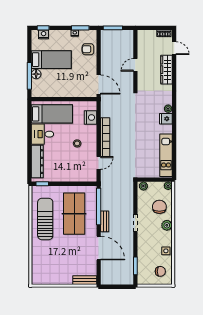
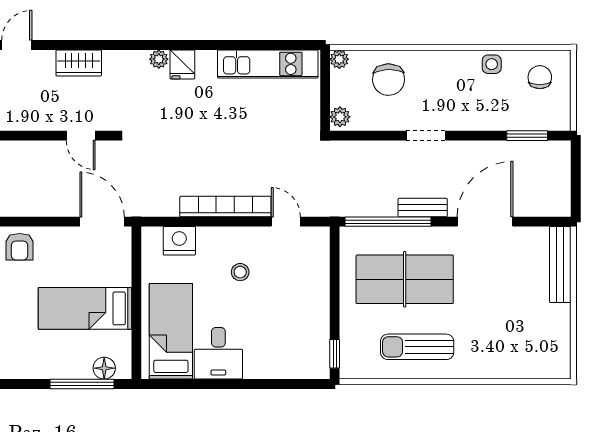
bed: (51, 60) -> (85, 308), moved, turned -90
door: (135, 65) -> (81, 136), moved
wardrobe: (166, 70) -> (79, 63), width x0.67
floor lamp: (36, 74) -> (104, 368), moved
door: (99, 85) -> (102, 222), hinge flipped
dresser: (37, 162) -> (283, 366), removed
chair: (159, 207) -> (389, 80), turned -91
sun lounger: (45, 219) -> (417, 347), width x0.73, depth x0.75
plant: (167, 225) -> (432, 62), removed
bench: (85, 280) -> (560, 265), width x1.36

